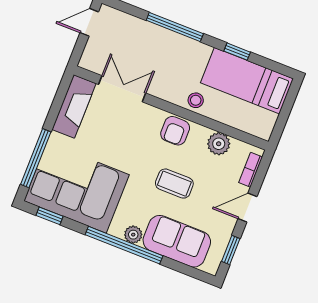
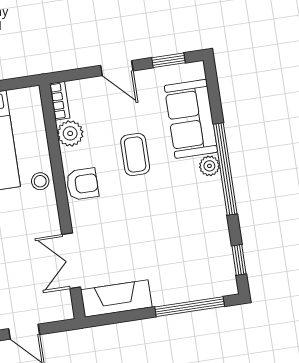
bookcase: (251, 170) -> (60, 101), moved, turned -90
corner sofa: (76, 188) -> (196, 249), removed

